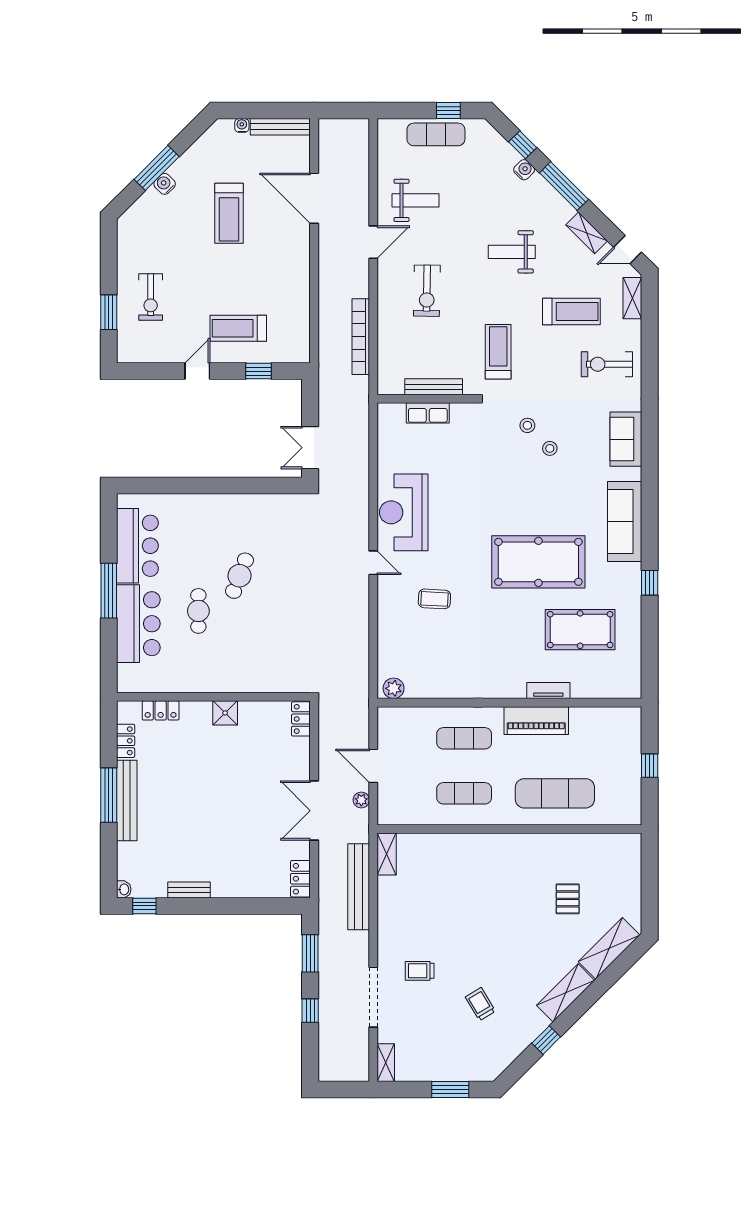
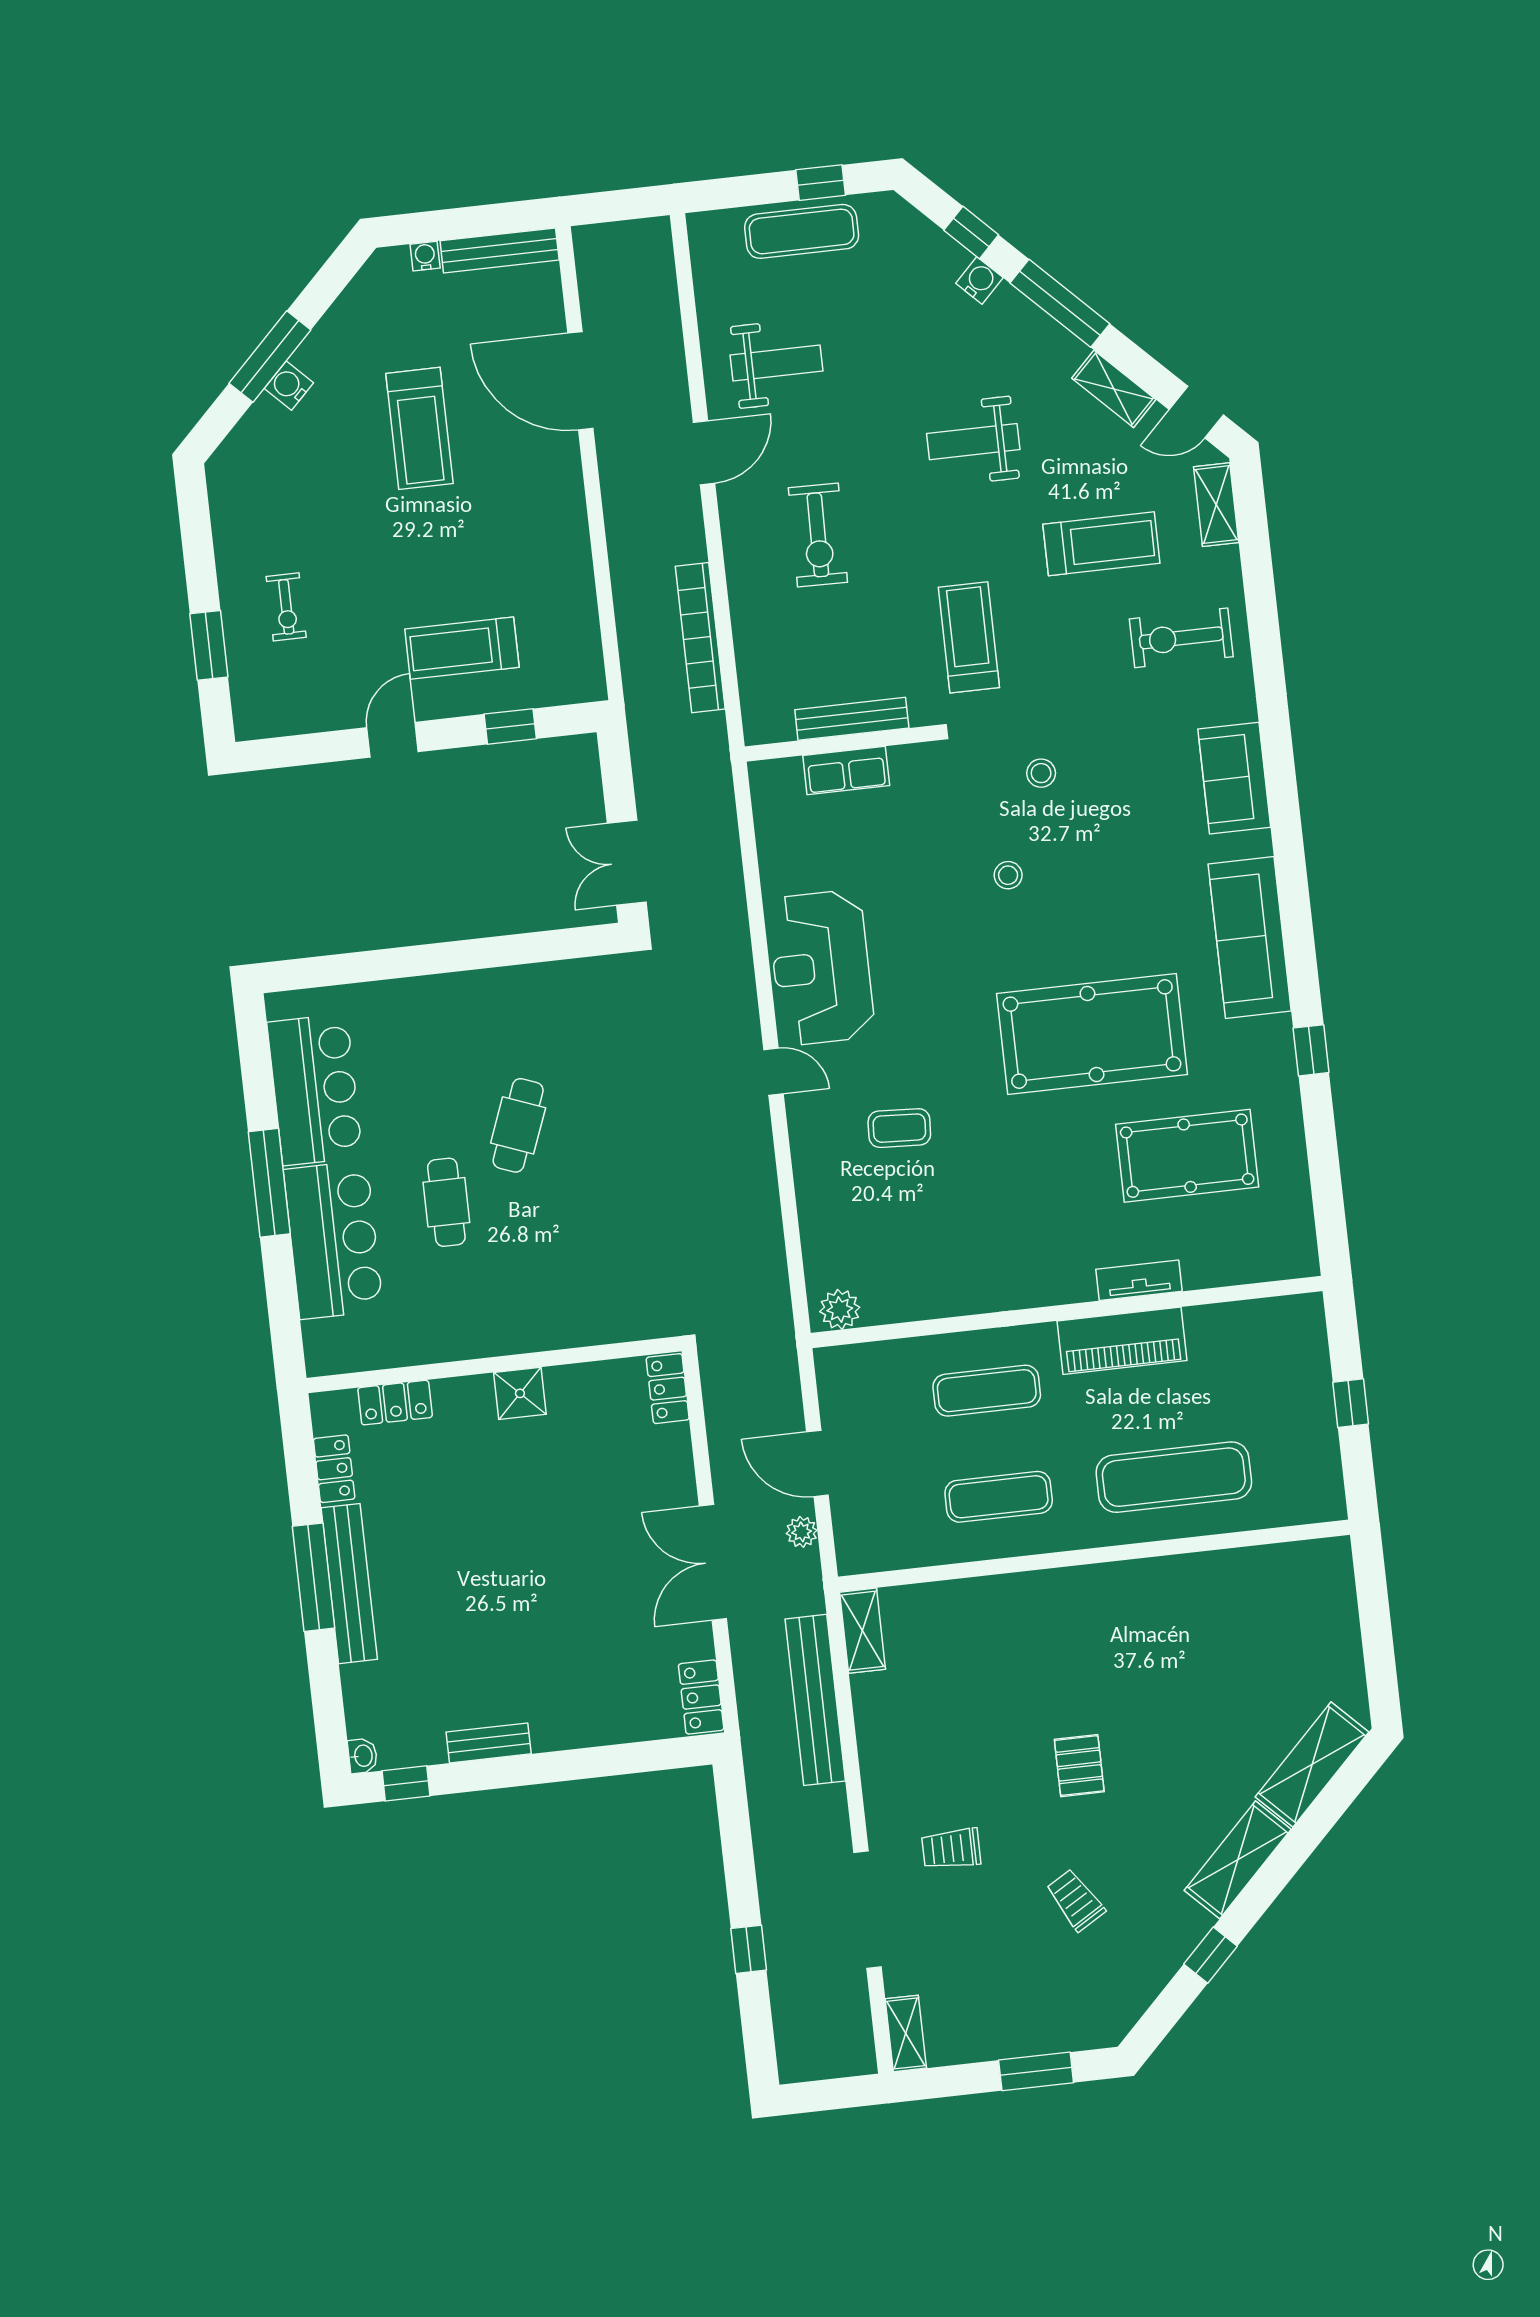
exercise bike: (151, 297) -> (286, 607), width x0.73, depth x0.72
stool: (550, 448) -> (1008, 875), moved
pallet: (568, 899) -> (1079, 1766), moved
window: (310, 953) -> (736, 1839), removed

